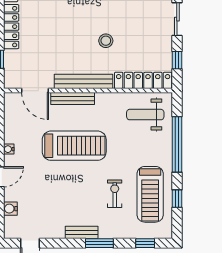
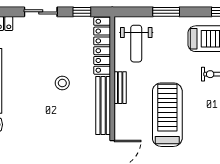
bench: (73, 98) -> (120, 88), moved, width x0.73
window: (177, 144) -> (166, 12), width x0.47

